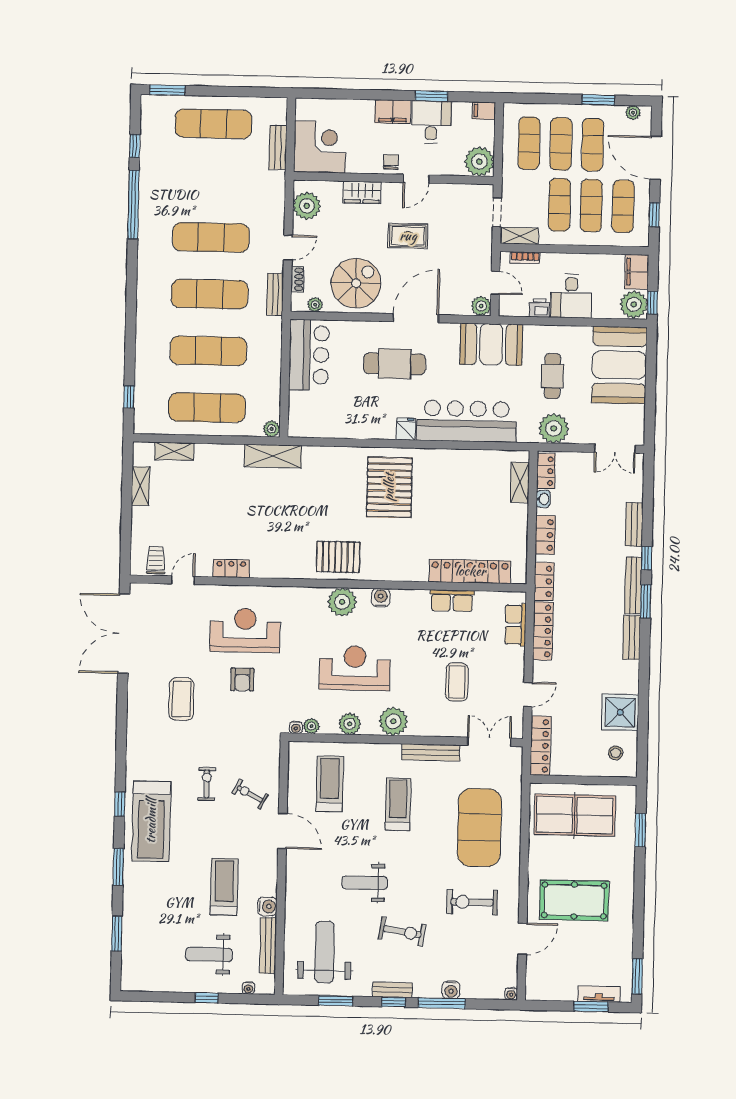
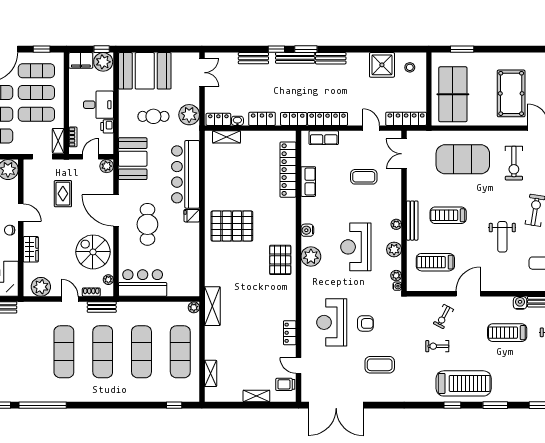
rug: (408, 236) -> (63, 194), moved
shelving: (140, 486) -> (256, 396), moved
plant: (393, 721) -> (396, 224), width x0.53, depth x0.53
bench: (431, 752) -> (412, 221), moved

